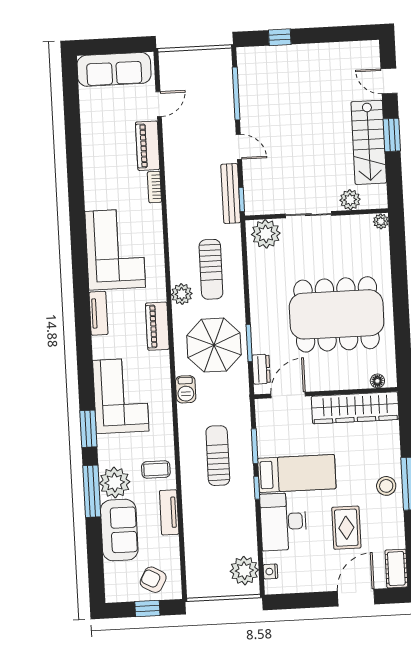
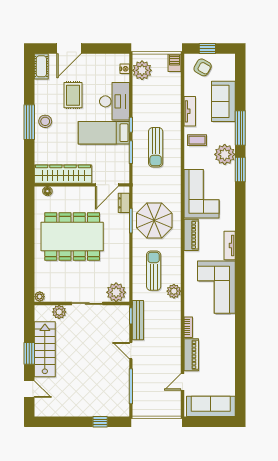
plant: (182, 294) -> (174, 291), moved
barbecue: (186, 389) -> (175, 63), moved
corner sofa: (121, 396) -> (201, 194), moved, turned 180
plant: (115, 483) -> (225, 154), moved

